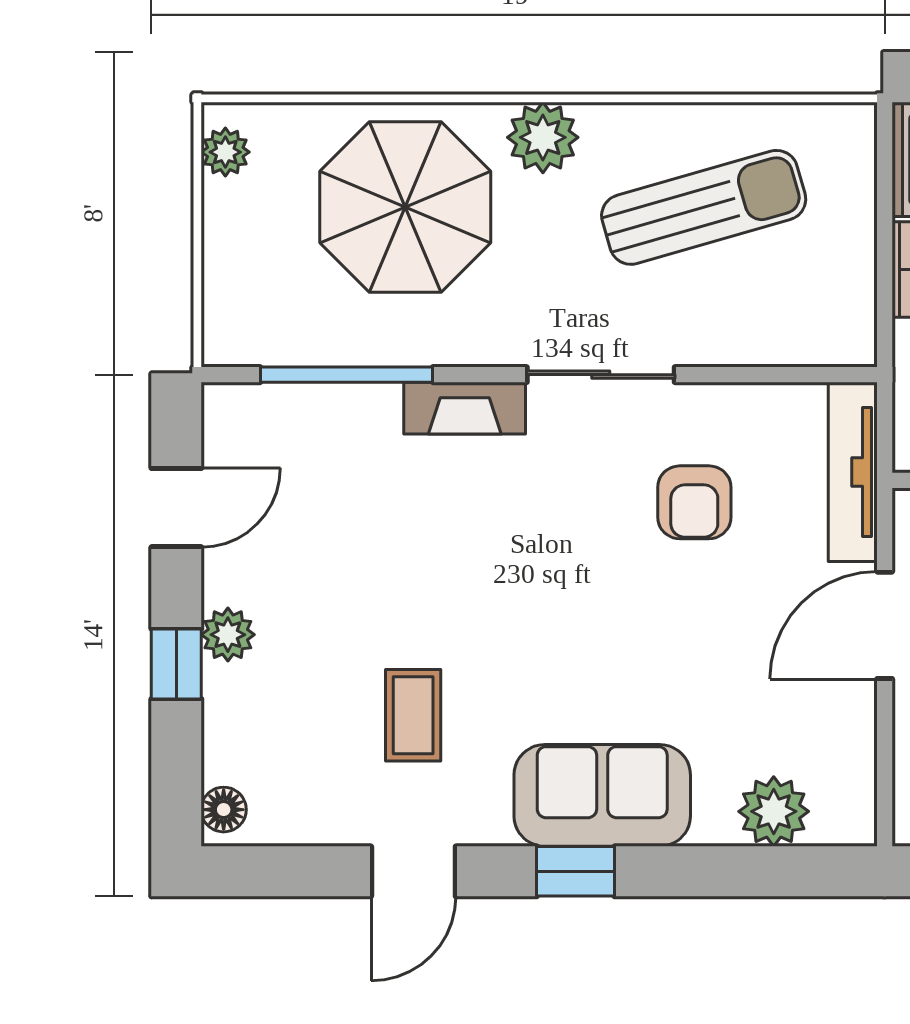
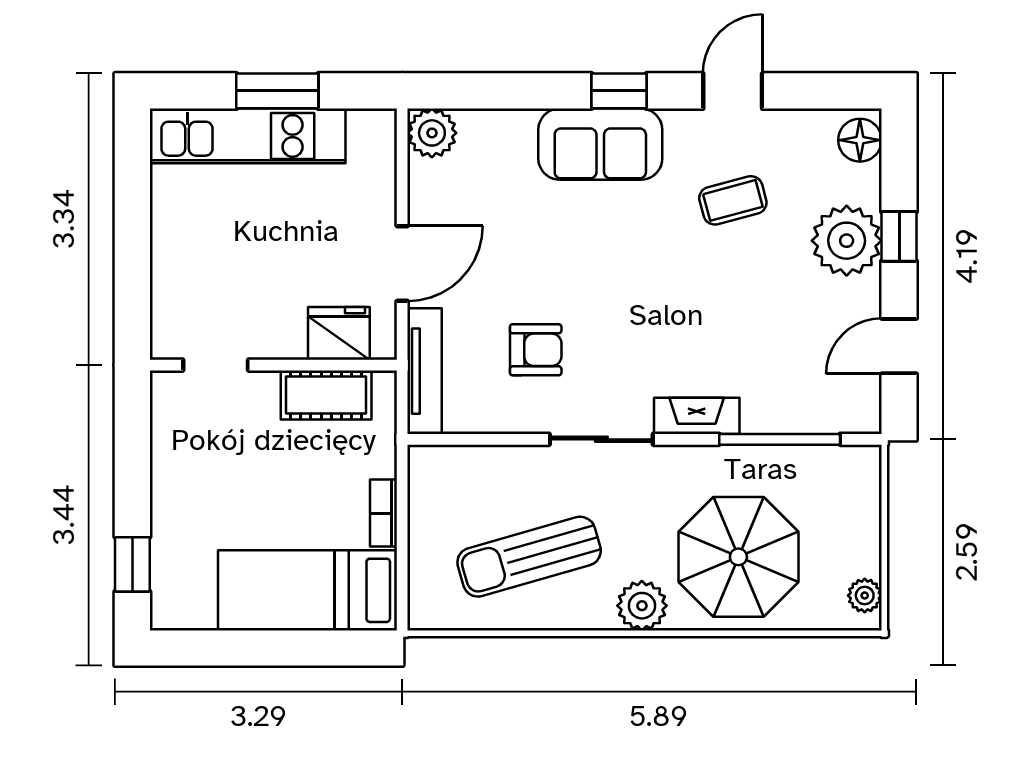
armchair: (694, 502) -> (536, 350), turned 90
plant: (228, 635) -> (847, 241), width x1.88, depth x1.88
coffee table: (413, 715) -> (733, 200), turned 75
floor lamp: (224, 810) -> (860, 140), width x1.37, depth x1.37
plant: (774, 811) -> (432, 133), moved

